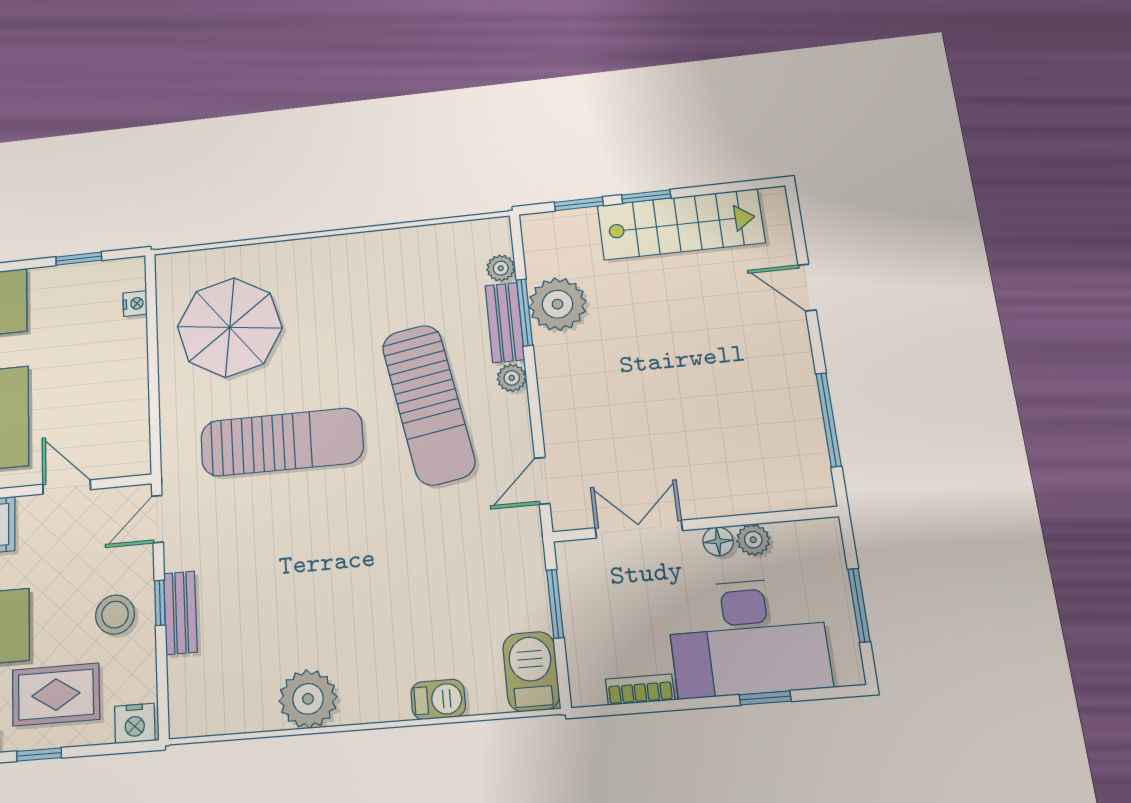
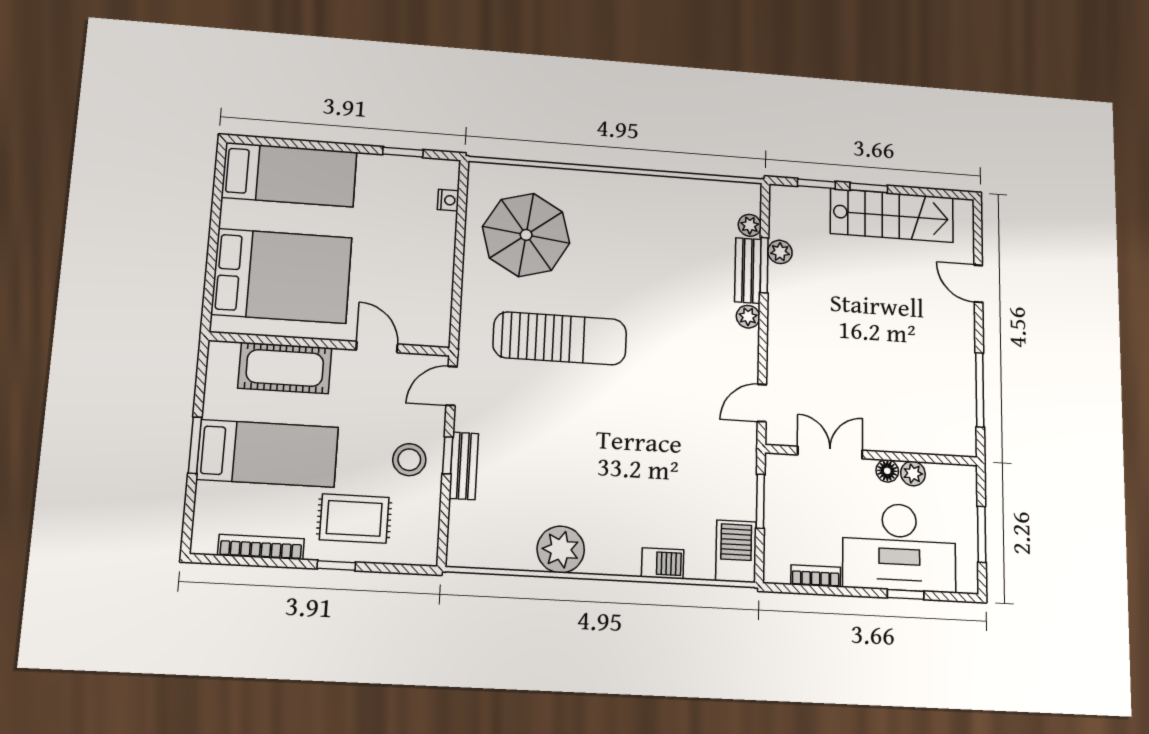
plant: (557, 304) -> (780, 252), width x0.53, depth x0.53
sun lounger: (428, 404) -> (681, 327), removed
nightstand: (135, 723) -> (418, 551), removed

